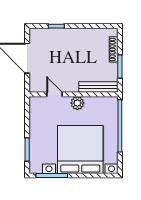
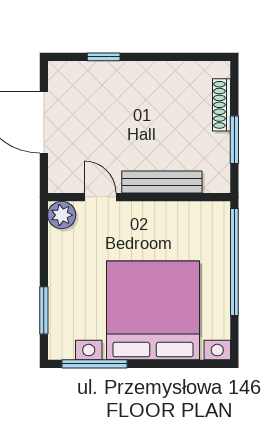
bench: (98, 87) -> (162, 182), moved
plant: (77, 103) -> (62, 215), moved

